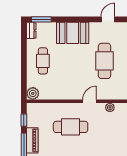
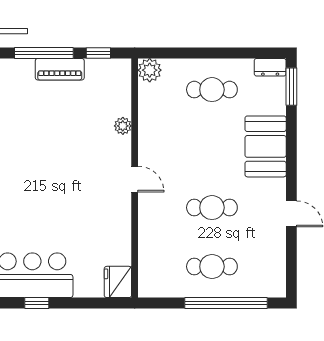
cafe table: (104, 61) -> (212, 208), width x0.73, depth x0.74
plant: (110, 107) -> (123, 126), moved
cafe table: (71, 127) -> (85, 143), removed

